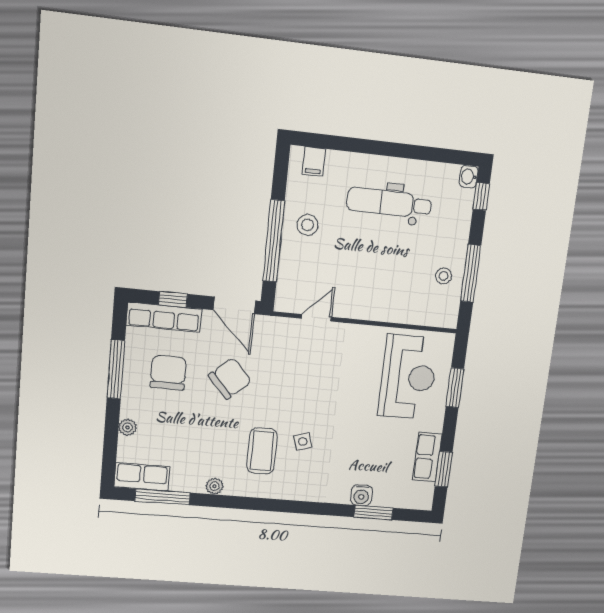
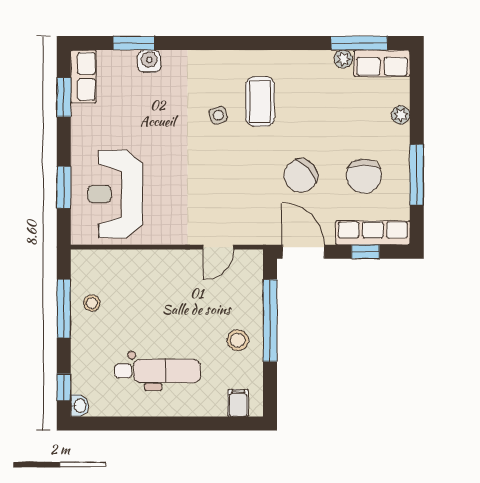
row of seats: (427, 457) -> (83, 76), moved
plant: (215, 486) -> (343, 59), moved

